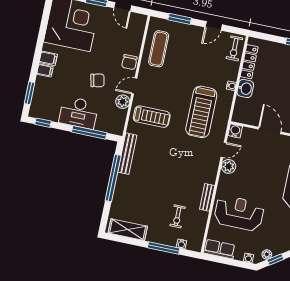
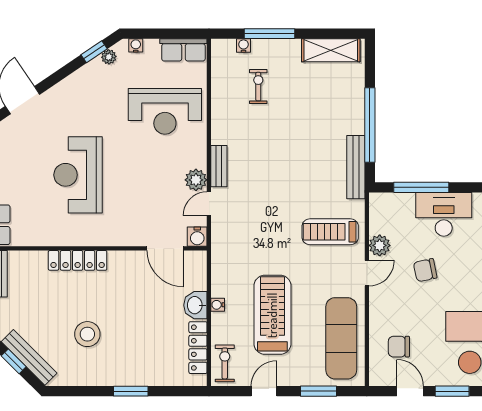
exercise mat: (159, 49) -> (341, 338), width x1.36, depth x1.45
chair: (129, 62) -> (399, 347), moved, turned -90
treadmill: (201, 112) -> (272, 315), moved
door: (270, 130) -> (165, 248), moved
bench: (207, 197) -> (219, 166), moved

